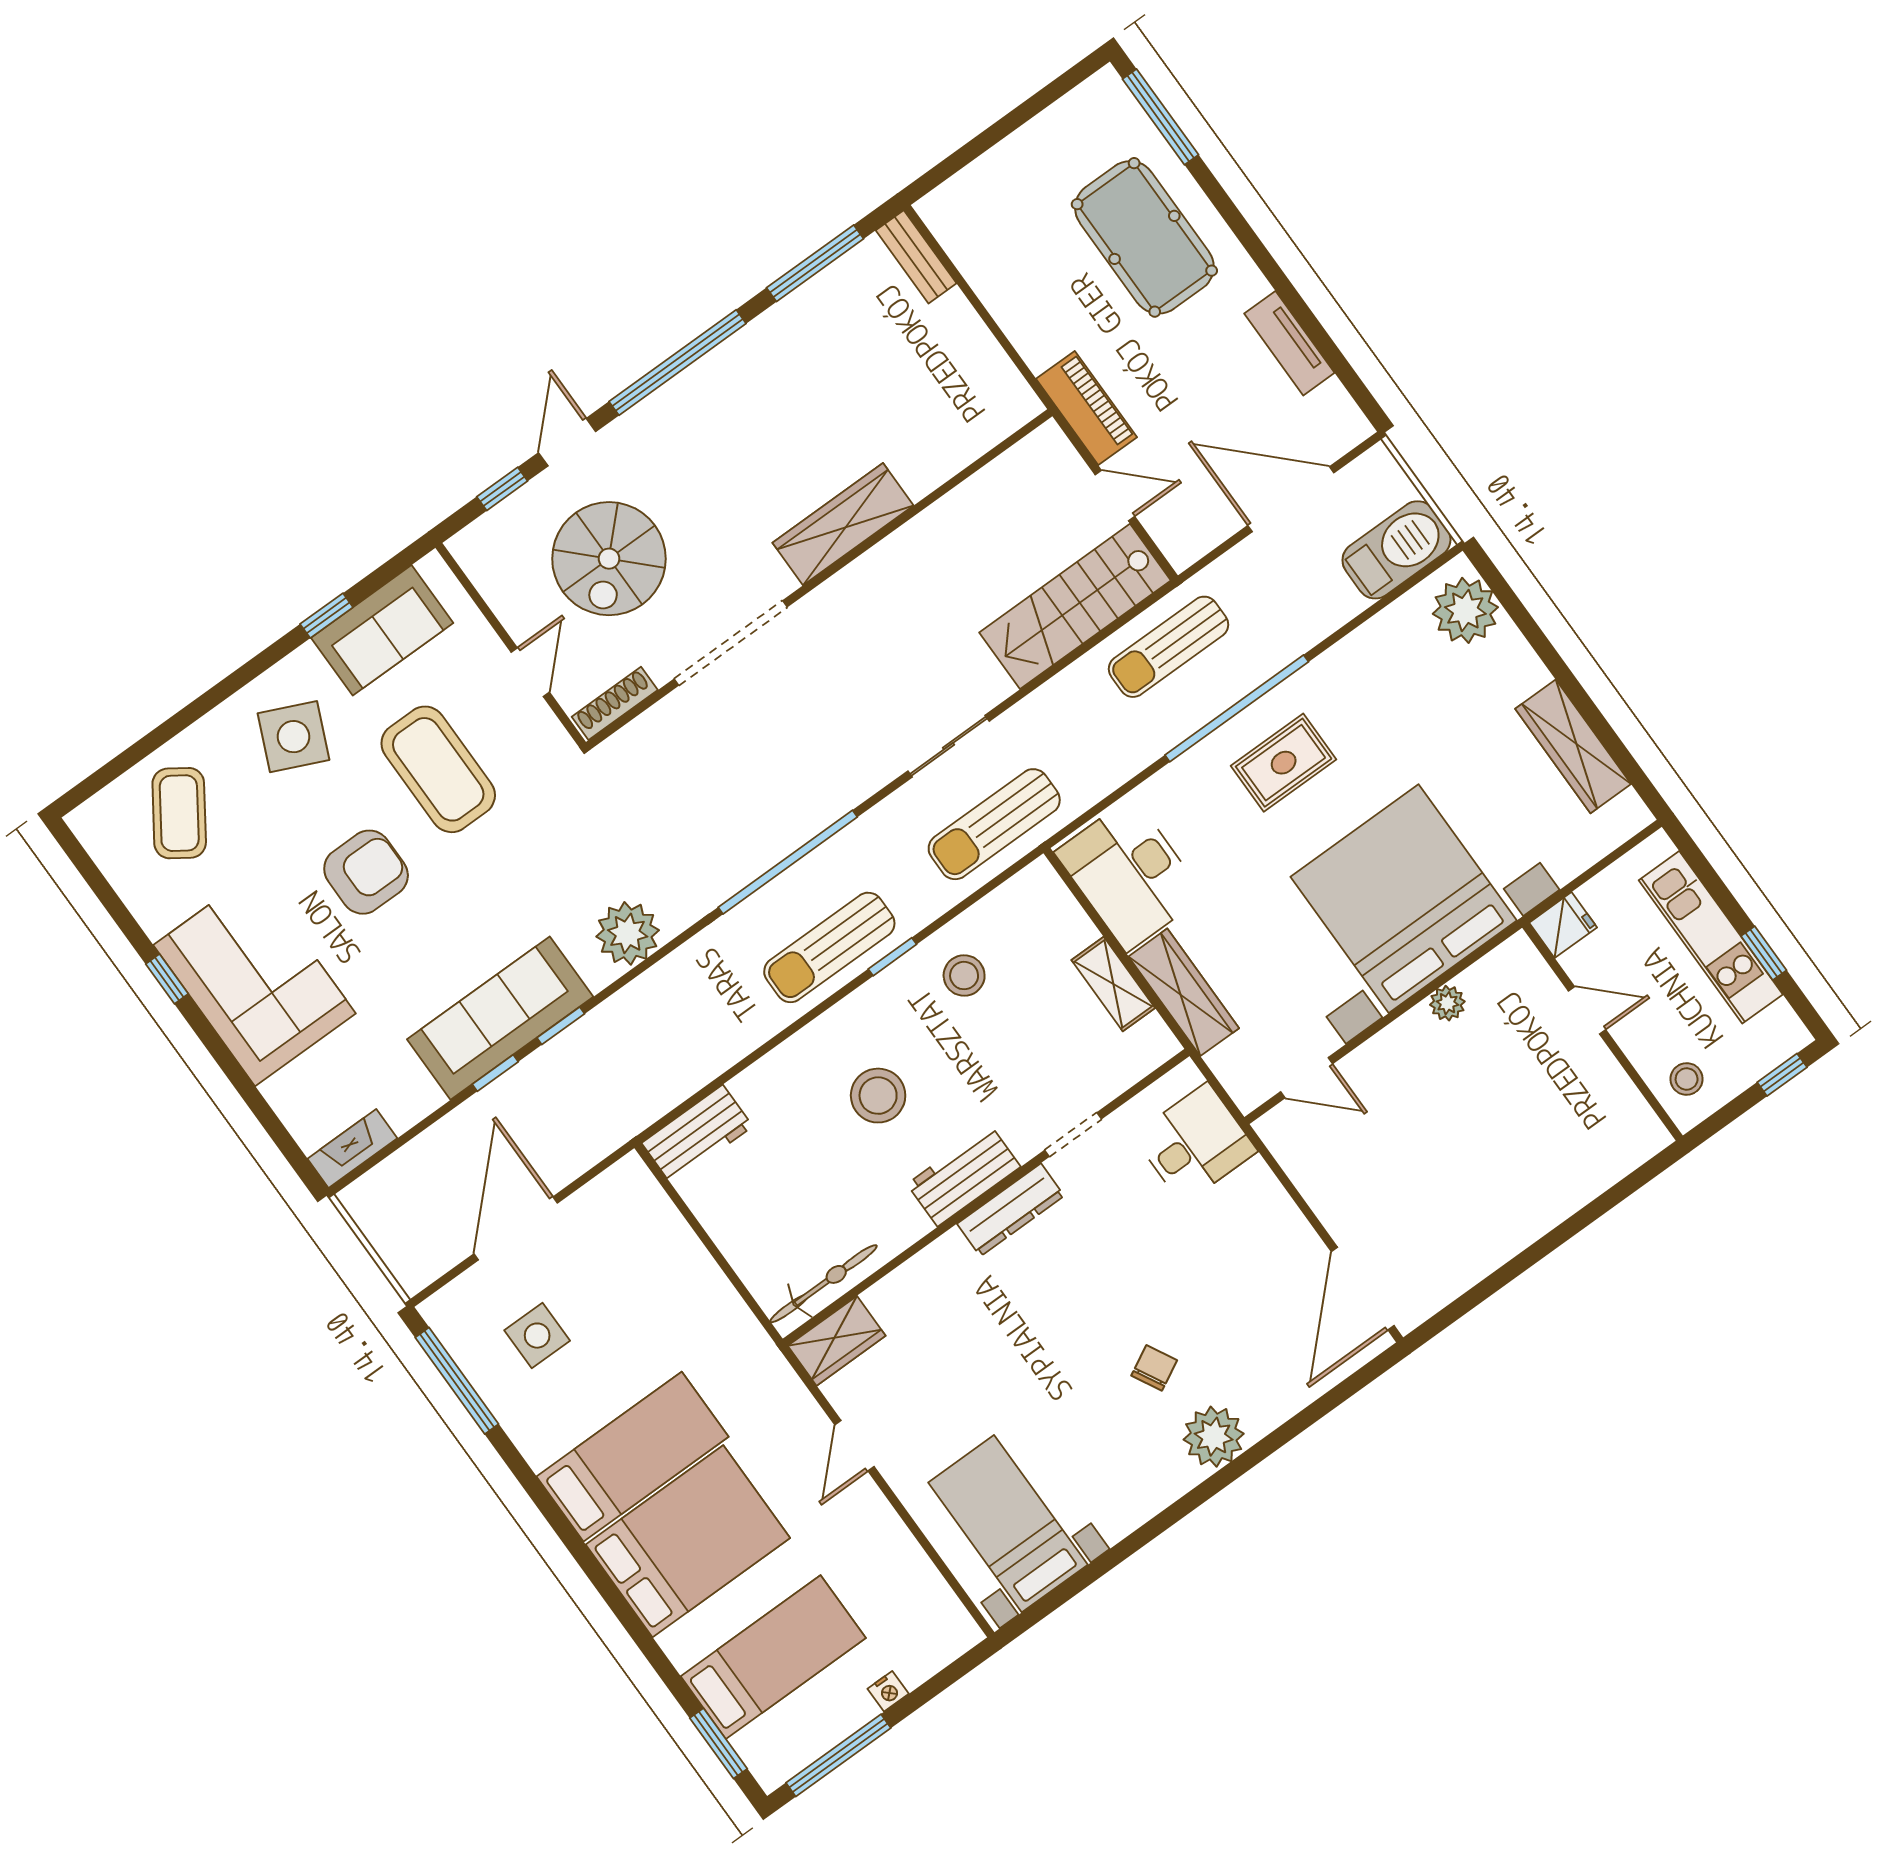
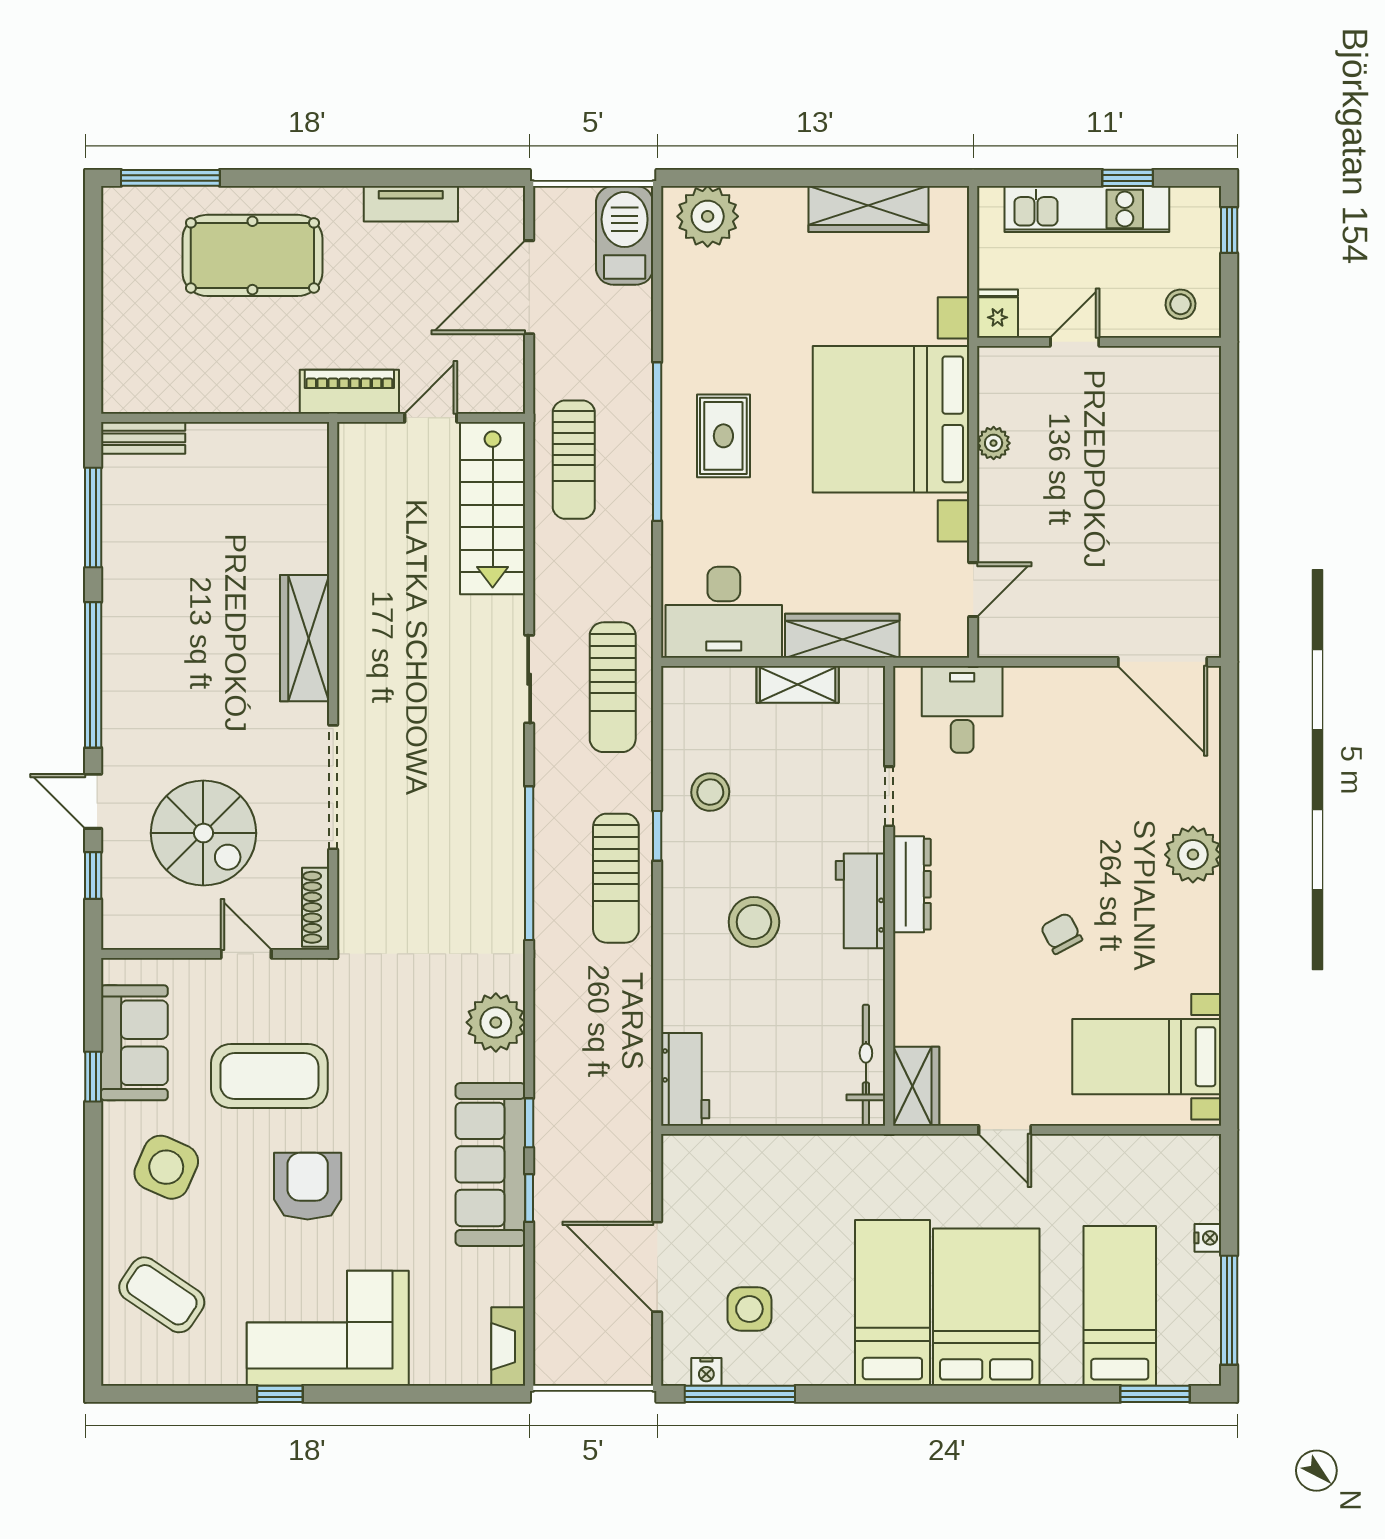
nightstand: (455, 1337) -> (706, 1372), added
chair: (1154, 1368) -> (1061, 933), moved

